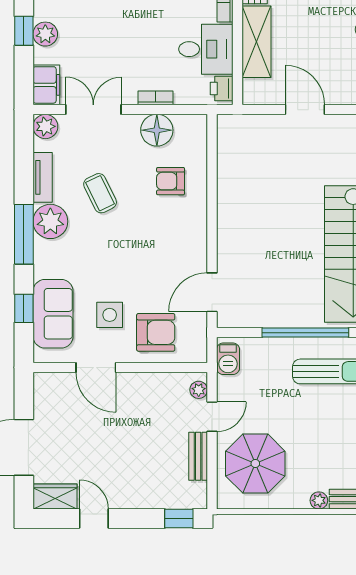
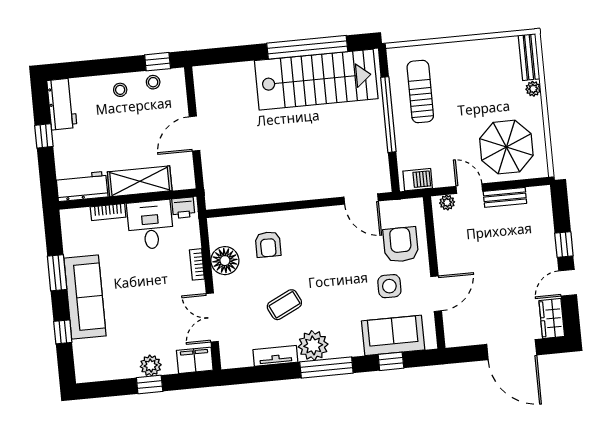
plant: (45, 126) -> (231, 358), removed
window: (179, 518) -> (564, 244), moved

